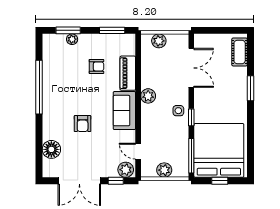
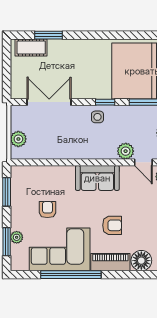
piano: (128, 73) -> (110, 262), moved, turned 180
corner sofa: (61, 77) -> (60, 249), added
window: (251, 88) -> (48, 35), moved
plant: (148, 96) -> (126, 151), moved
door: (138, 151) -> (143, 162), hinge flipped

